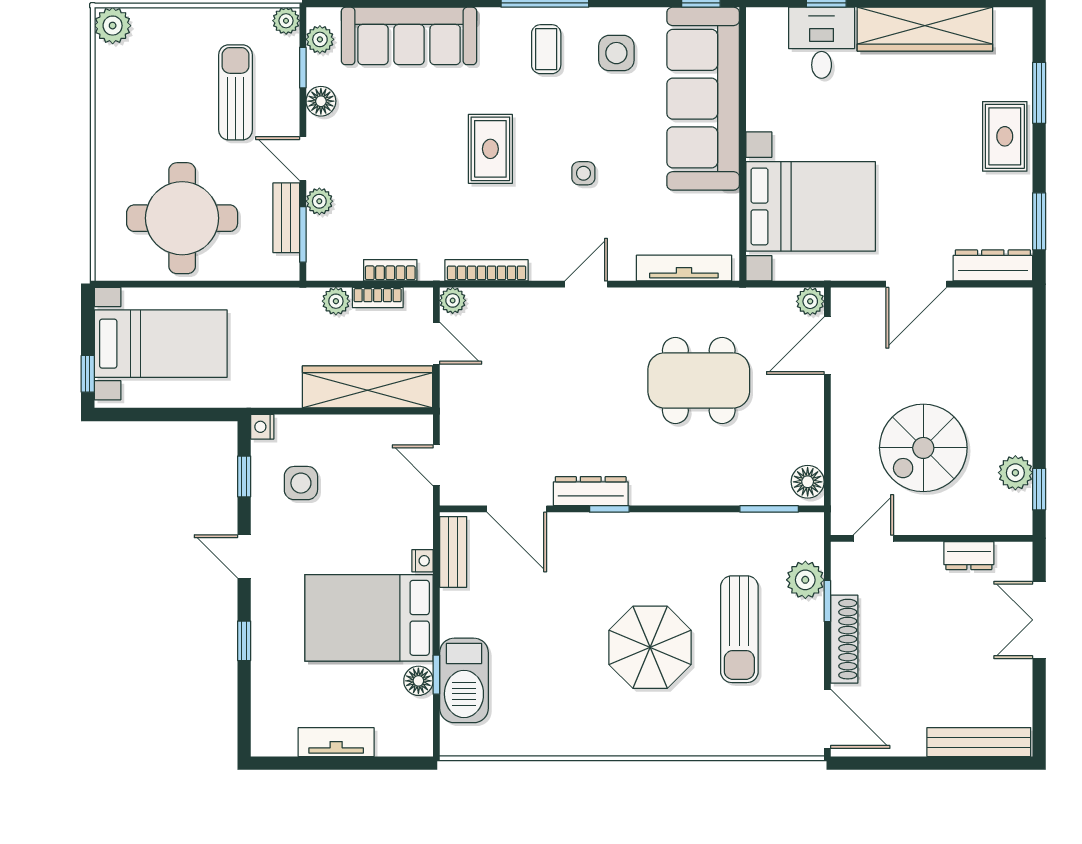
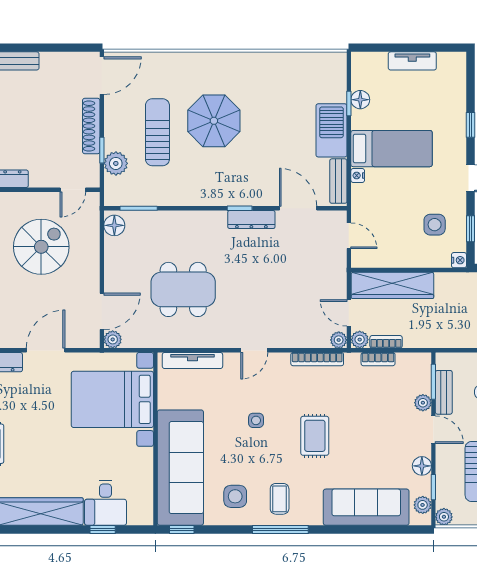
plant: (336, 301) -> (360, 340), moved
bed: (369, 618) -> (392, 149), width x0.67
barbecue: (464, 680) -> (331, 130), moved
door: (827, 719) -> (102, 76), swing flipped

